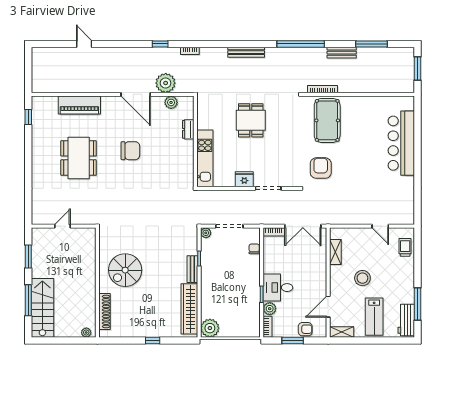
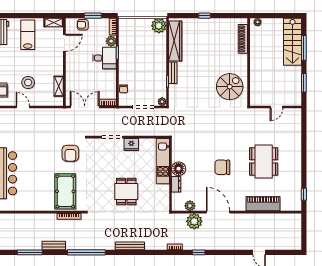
floor lamp: (185, 149) -> (179, 169), added
spiral stairs: (125, 270) -> (230, 87), moved
stool: (362, 278) -> (28, 82), moved

